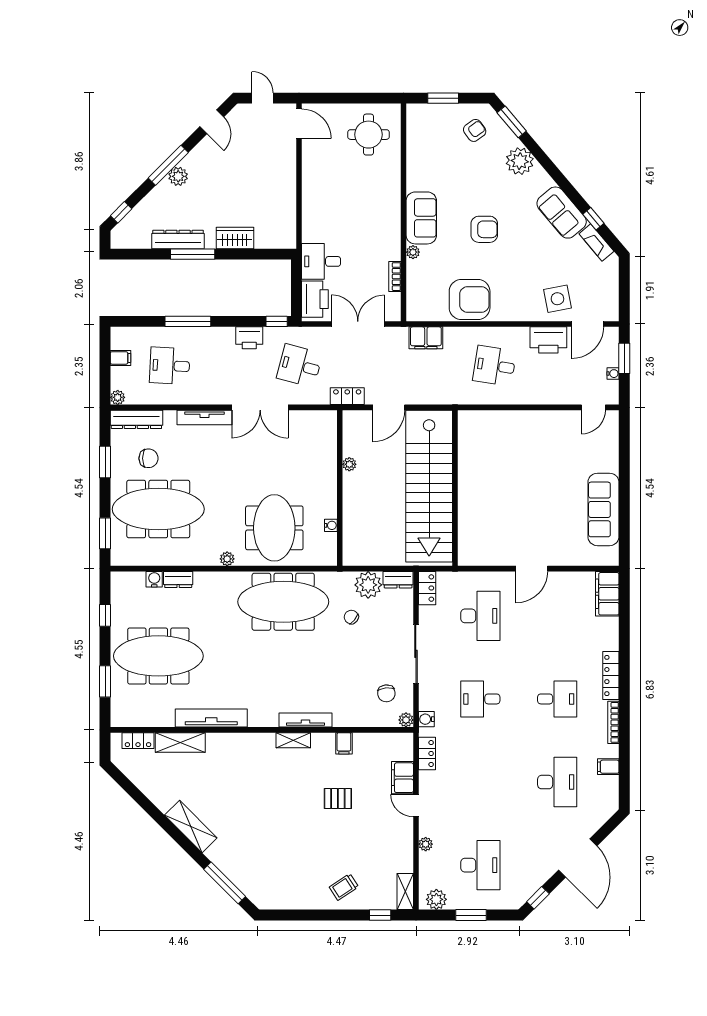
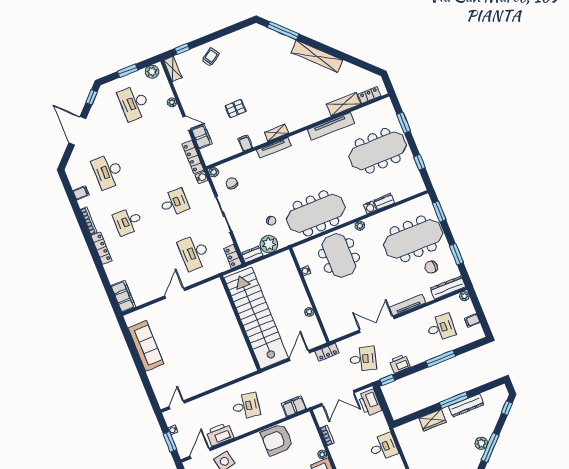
desk: (321, 261) -> (383, 447), moved
water cooler: (154, 579) -> (370, 207), moved
locker: (427, 753) -> (193, 157), width x1.53
shelving: (191, 826) -> (317, 56), width x1.47

